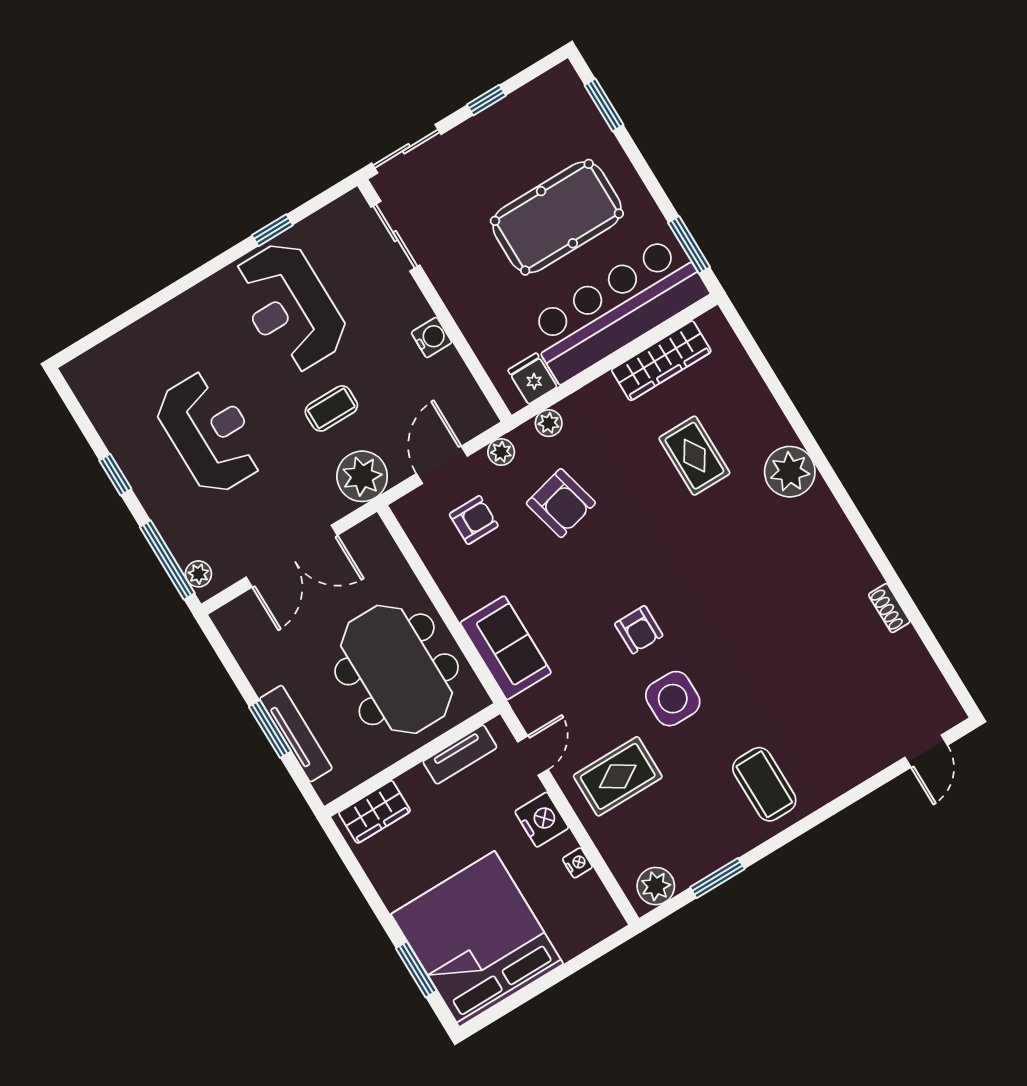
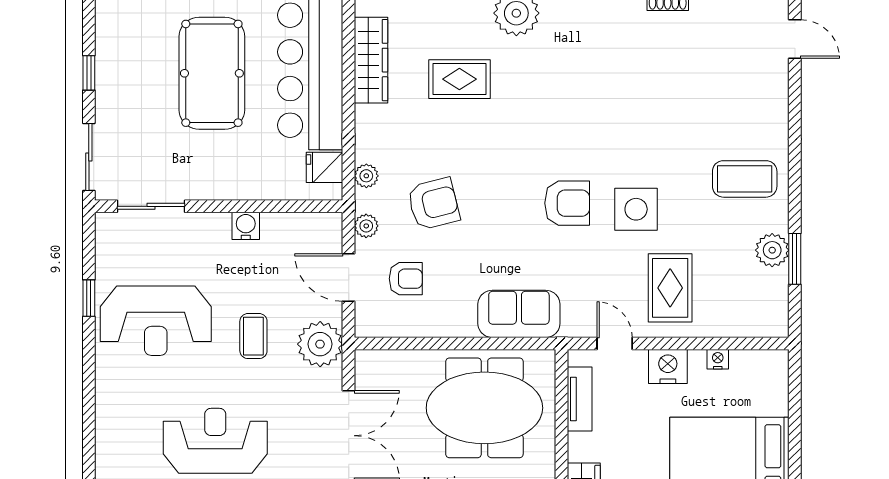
armchair: (474, 520) -> (406, 279), turned 90
armchair: (639, 630) -> (567, 203), width x1.38, depth x1.38
plant: (656, 886) -> (772, 250), moved

